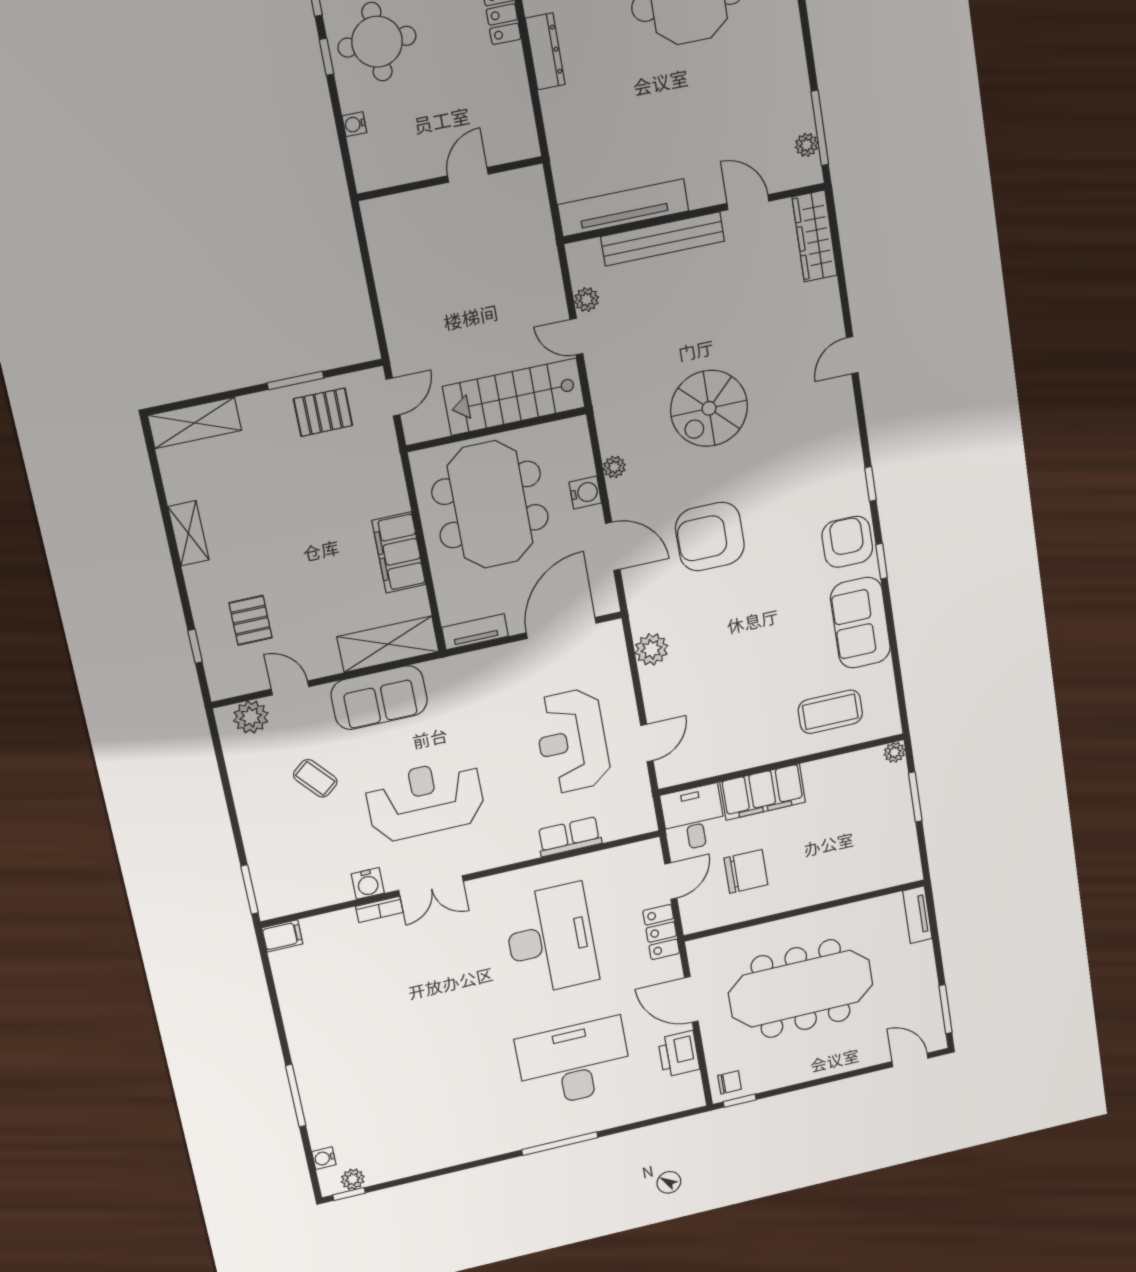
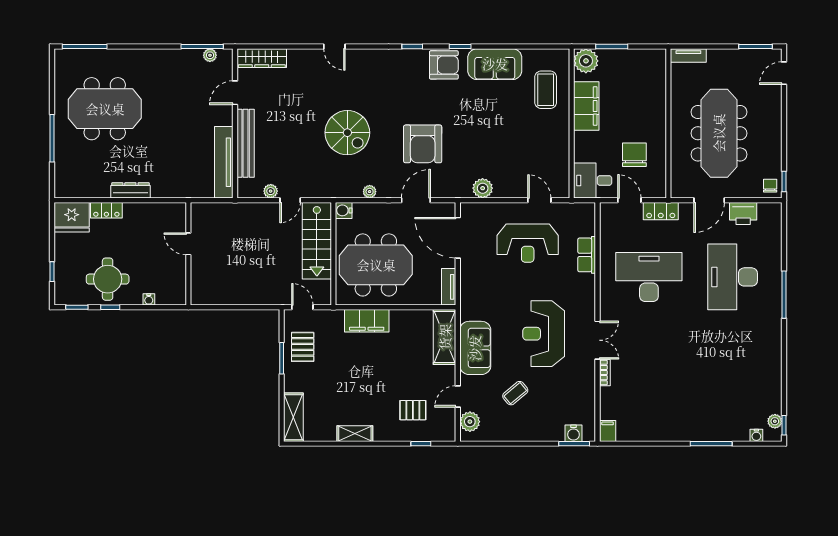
water cooler: (585, 493) -> (344, 210), moved, turned -90
armchair: (847, 542) -> (444, 65), turned 180
filing cabinet: (399, 552) -> (367, 321), moved
plant: (894, 752) -> (586, 61), width x1.88, depth x1.88
filing cabinet: (763, 792) -> (586, 106), moved
water cooler: (368, 883) -> (573, 433), moved, turned 90

